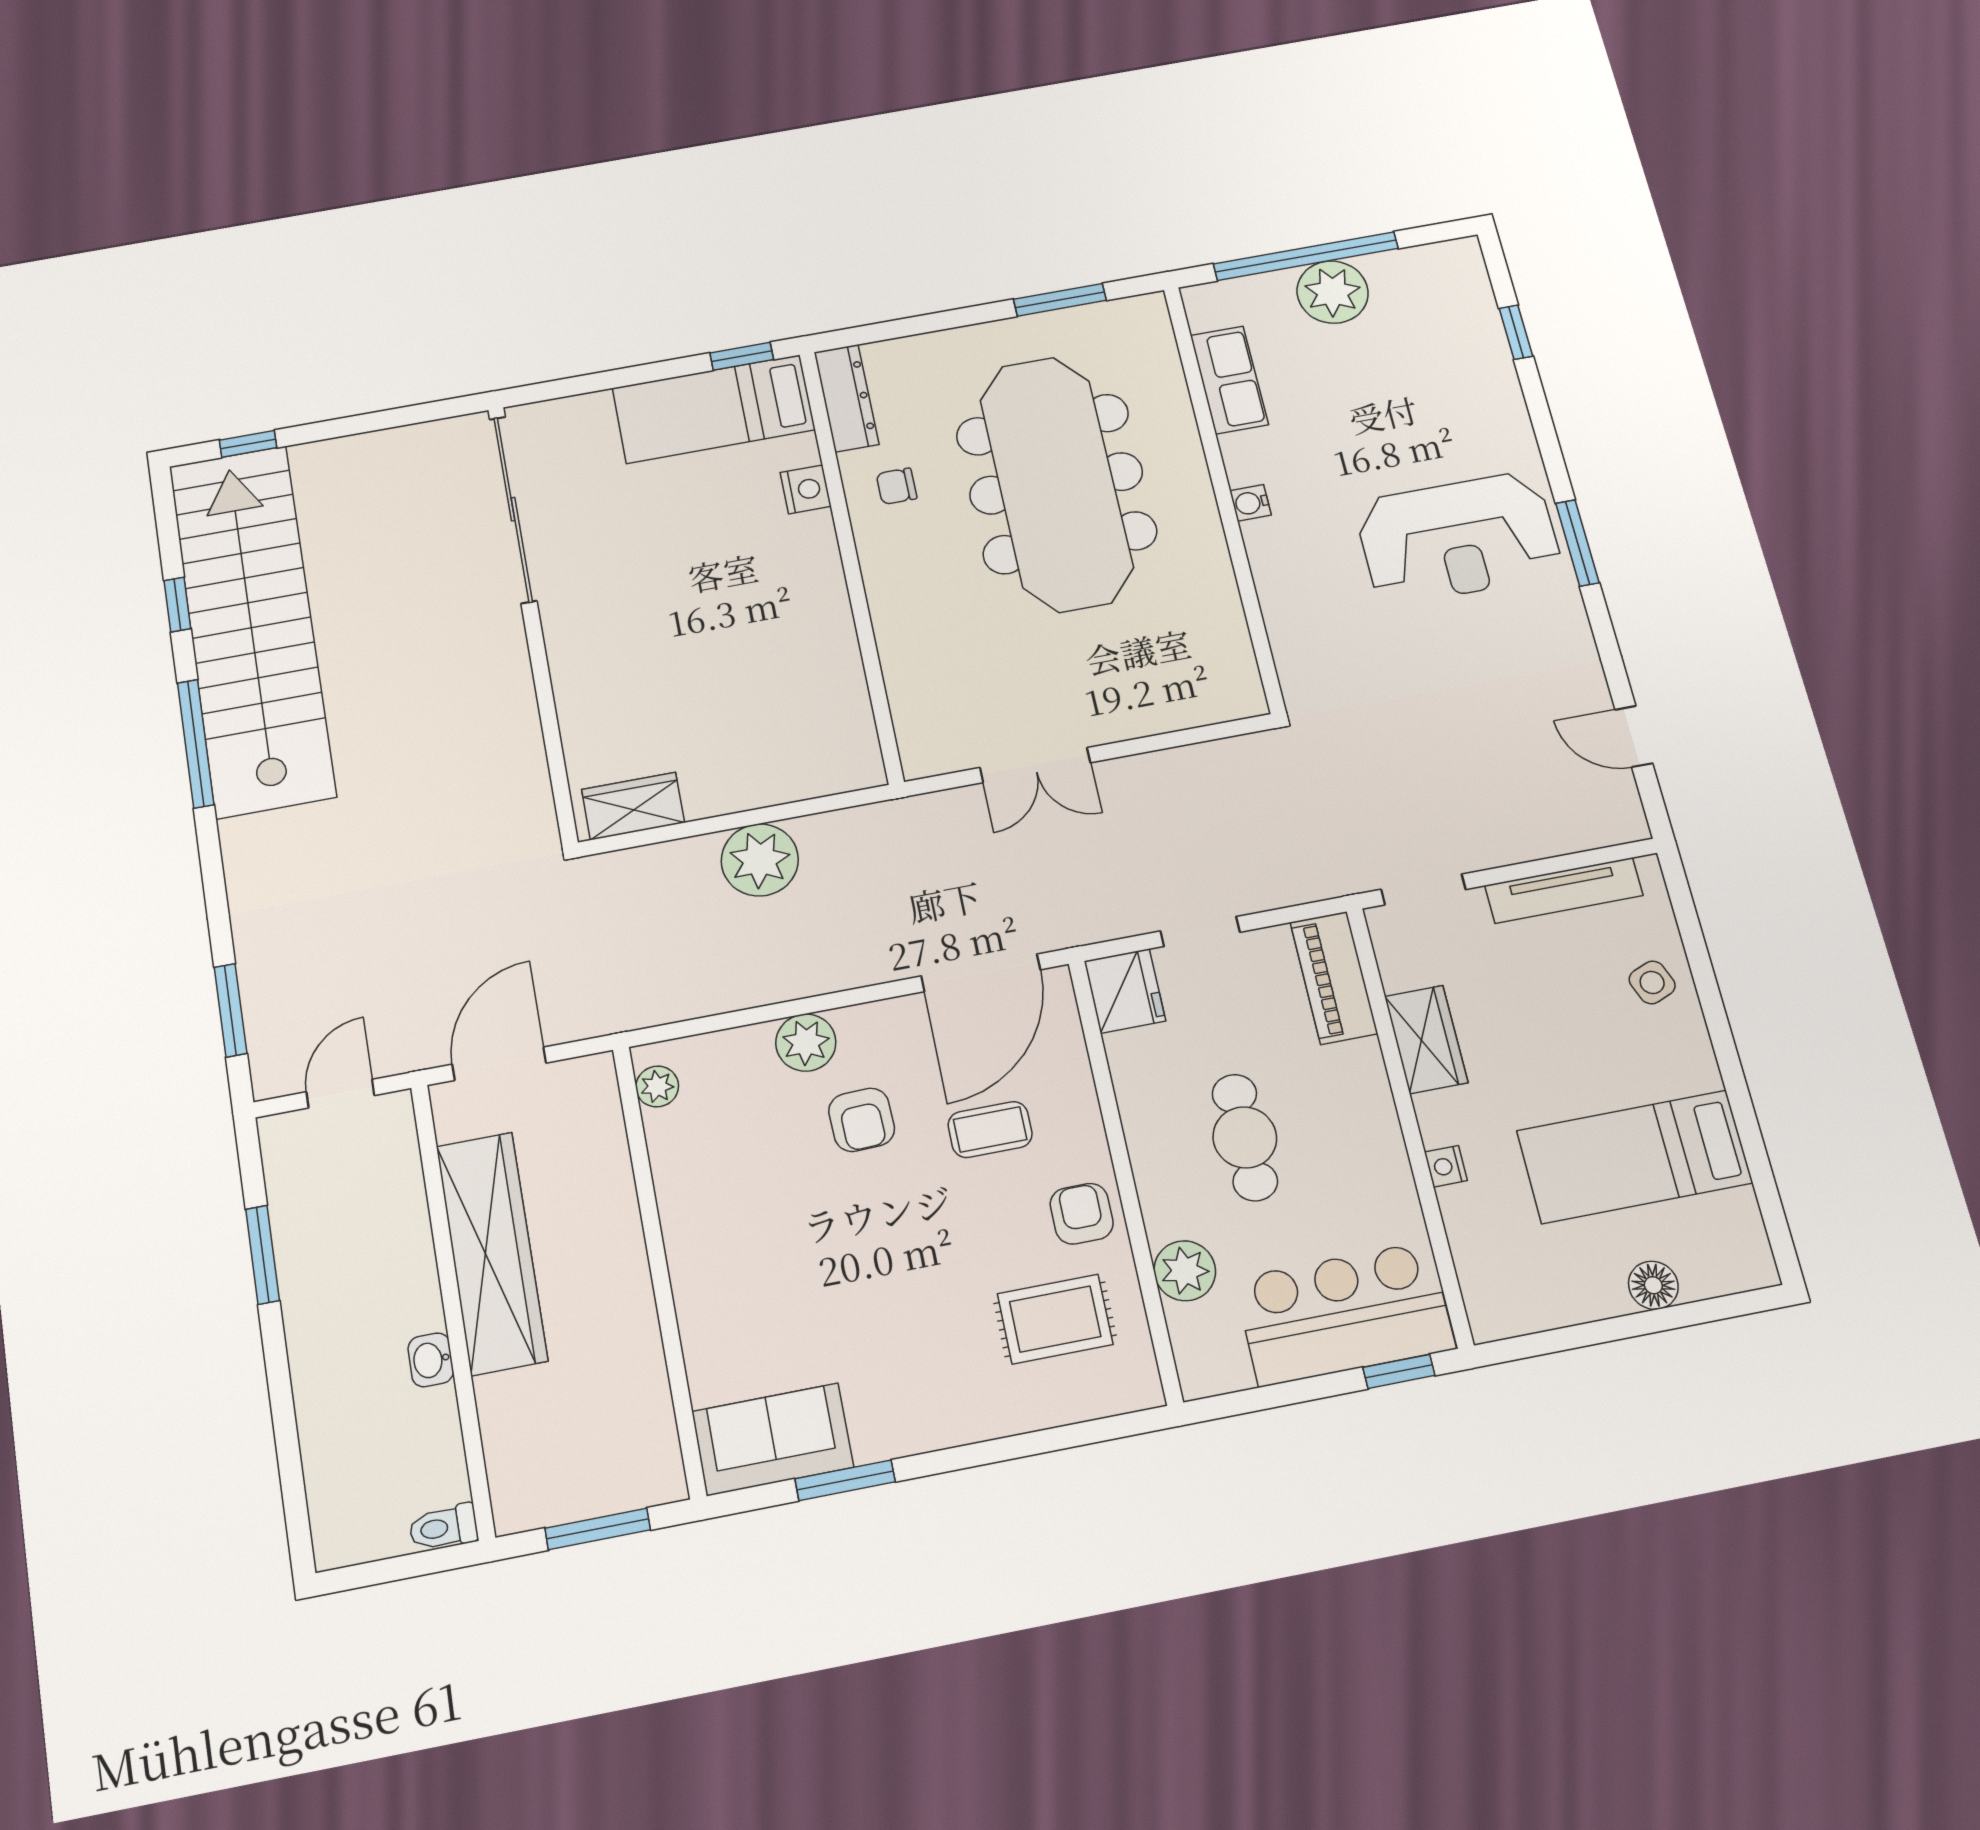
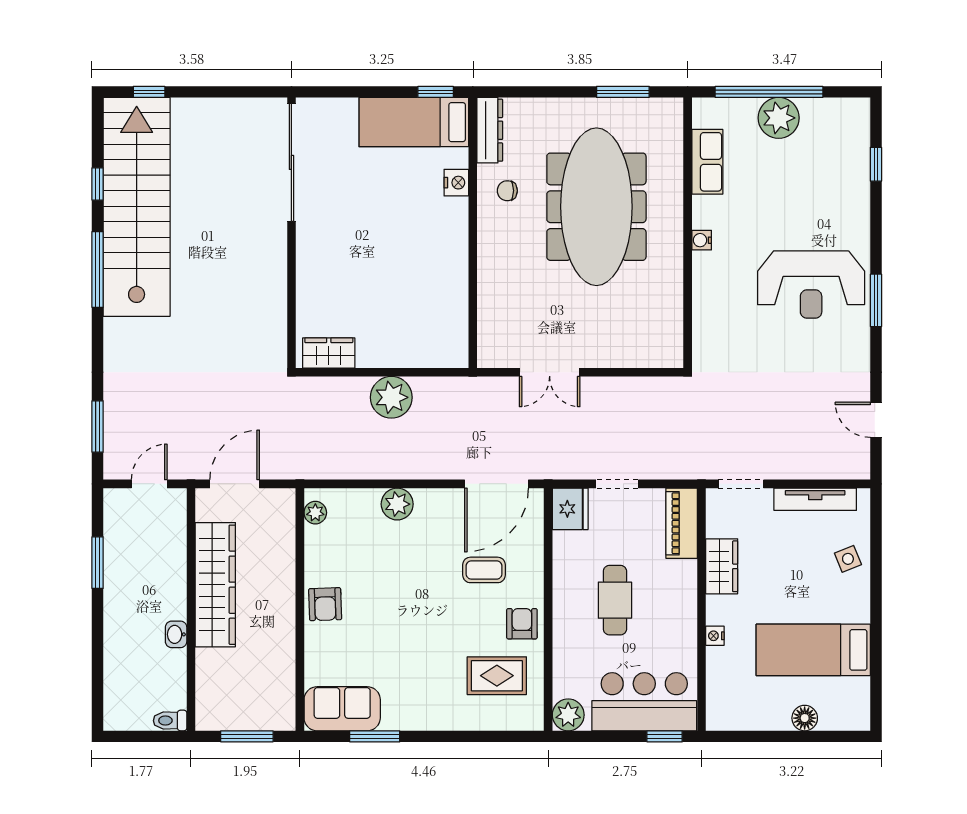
armchair: (862, 1120) -> (325, 604), moved
plant: (1185, 1271) -> (568, 715), moved

